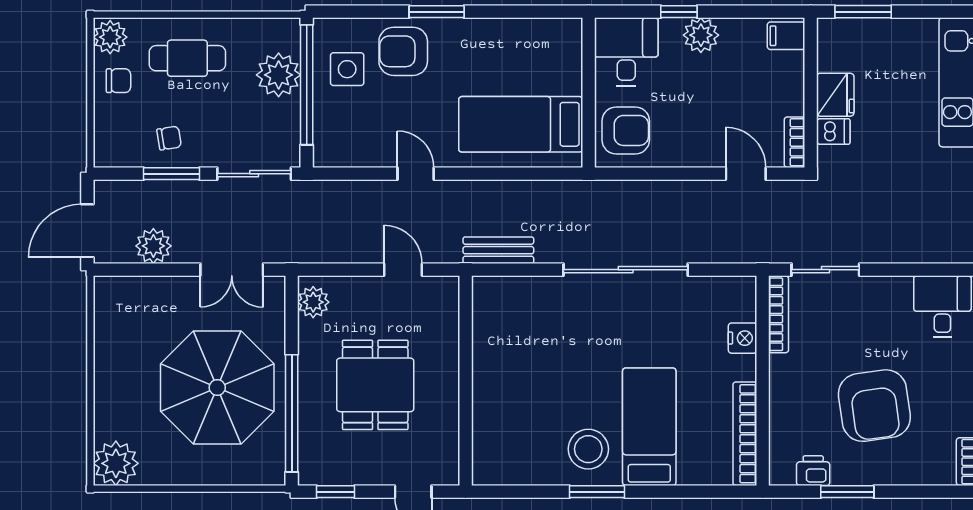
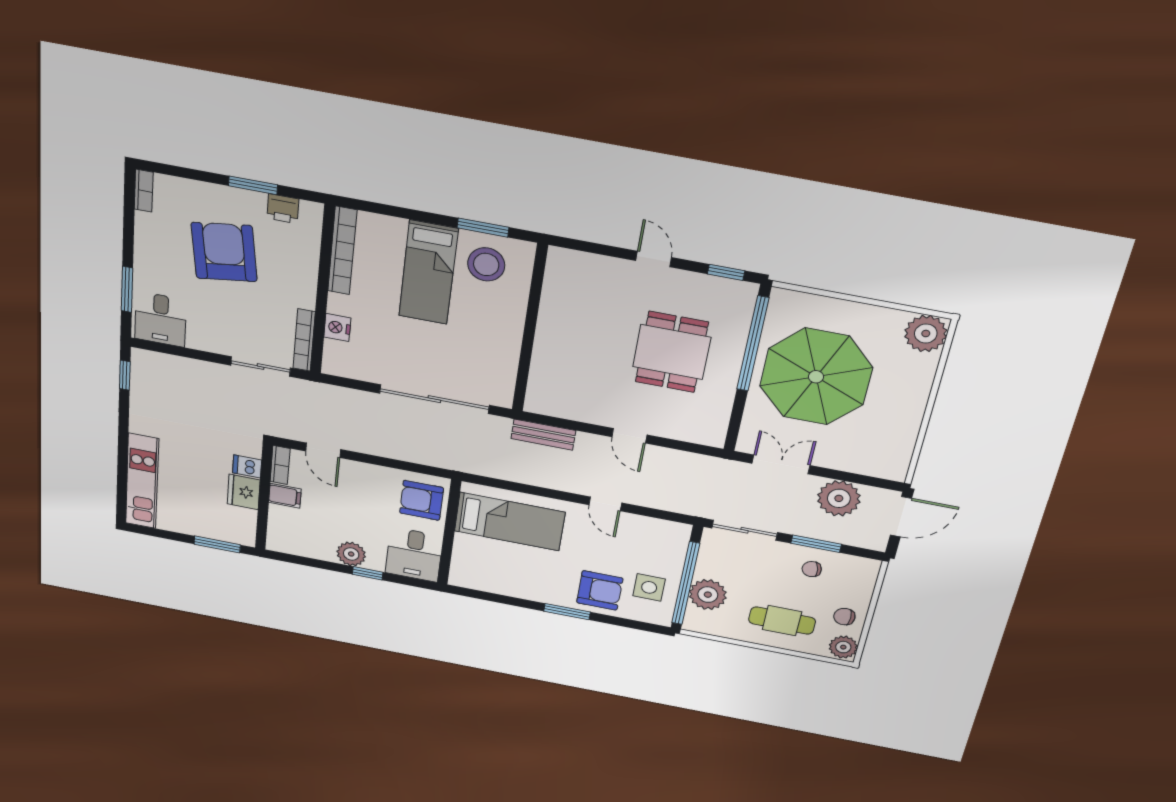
filing cabinet: (786, 36) -> (285, 496), moved
plant: (153, 246) -> (839, 498), width x1.36, depth x1.36
plant: (313, 302) -> (714, 426), removed
wall: (466, 381) -> (530, 329), moved

